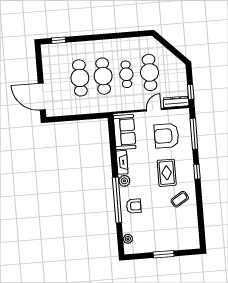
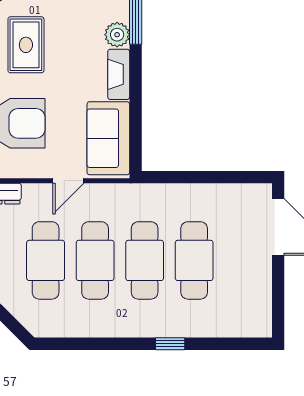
window: (59, 40) -> (170, 344), moved
cafe table: (126, 74) -> (95, 260), width x1.37, depth x1.35
door: (154, 110) -> (68, 181), moved

